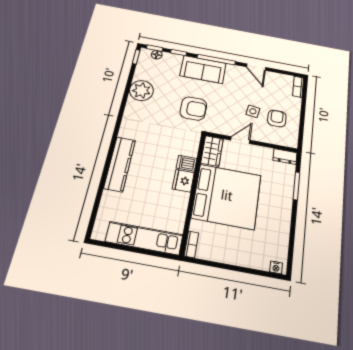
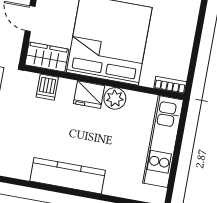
dishwasher: (187, 163) -> (47, 87), moved
plant: (180, 200) -> (115, 98), added

